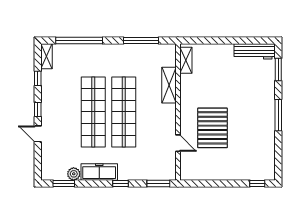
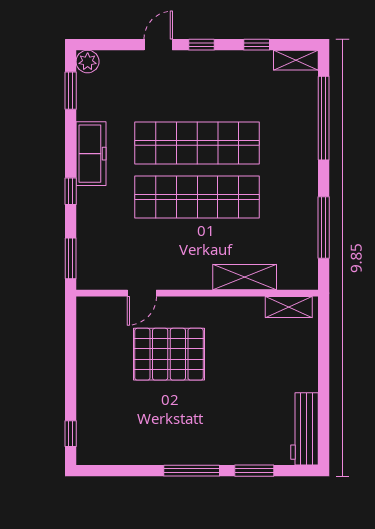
window: (278, 69) -> (254, 471), moved
plant: (74, 174) -> (88, 62), moved

